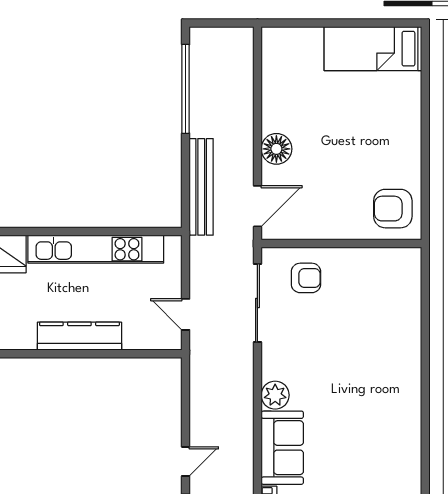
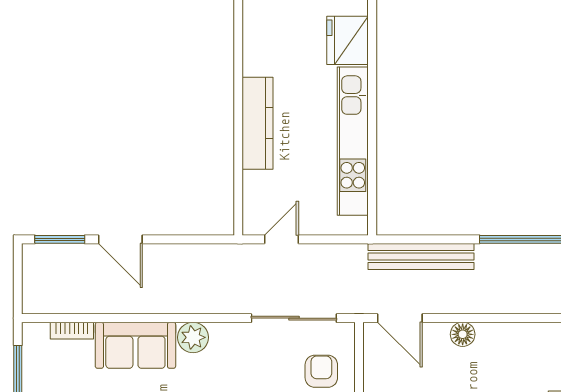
floor lamp: (276, 149) -> (463, 334), width x0.73, depth x0.73
armchair: (306, 278) -> (321, 371), turned 180
door: (186, 461) -> (120, 239), width x1.38

